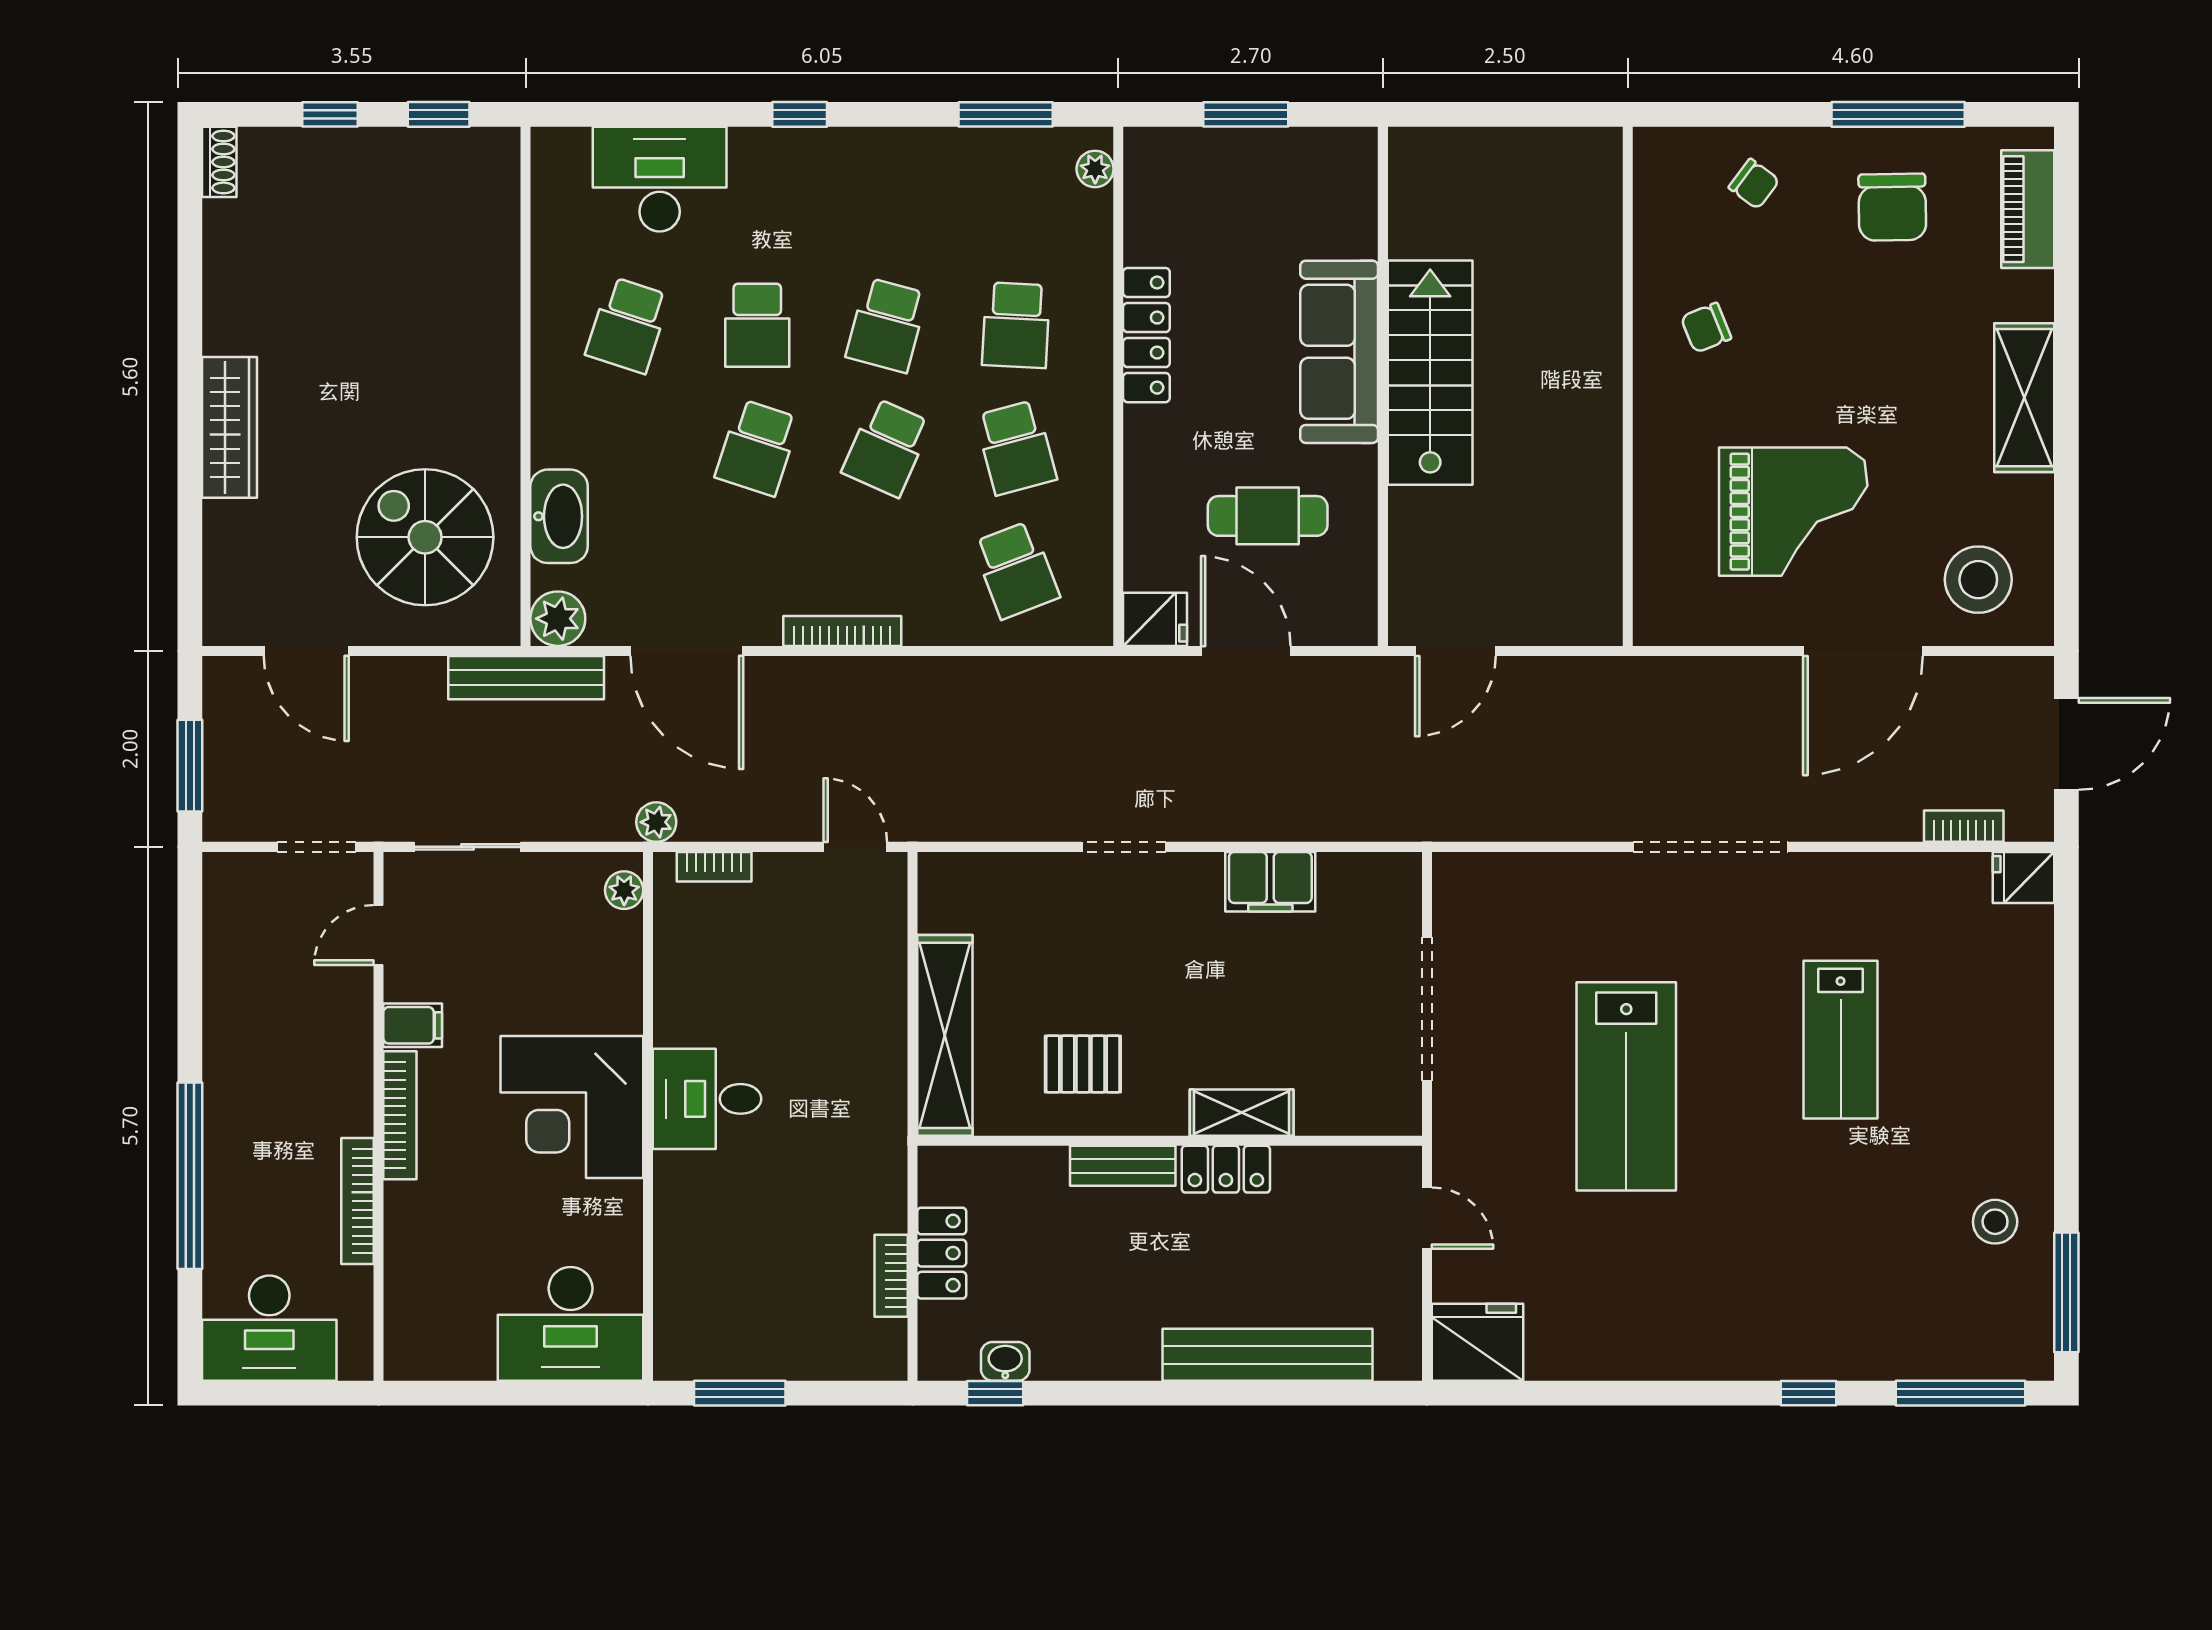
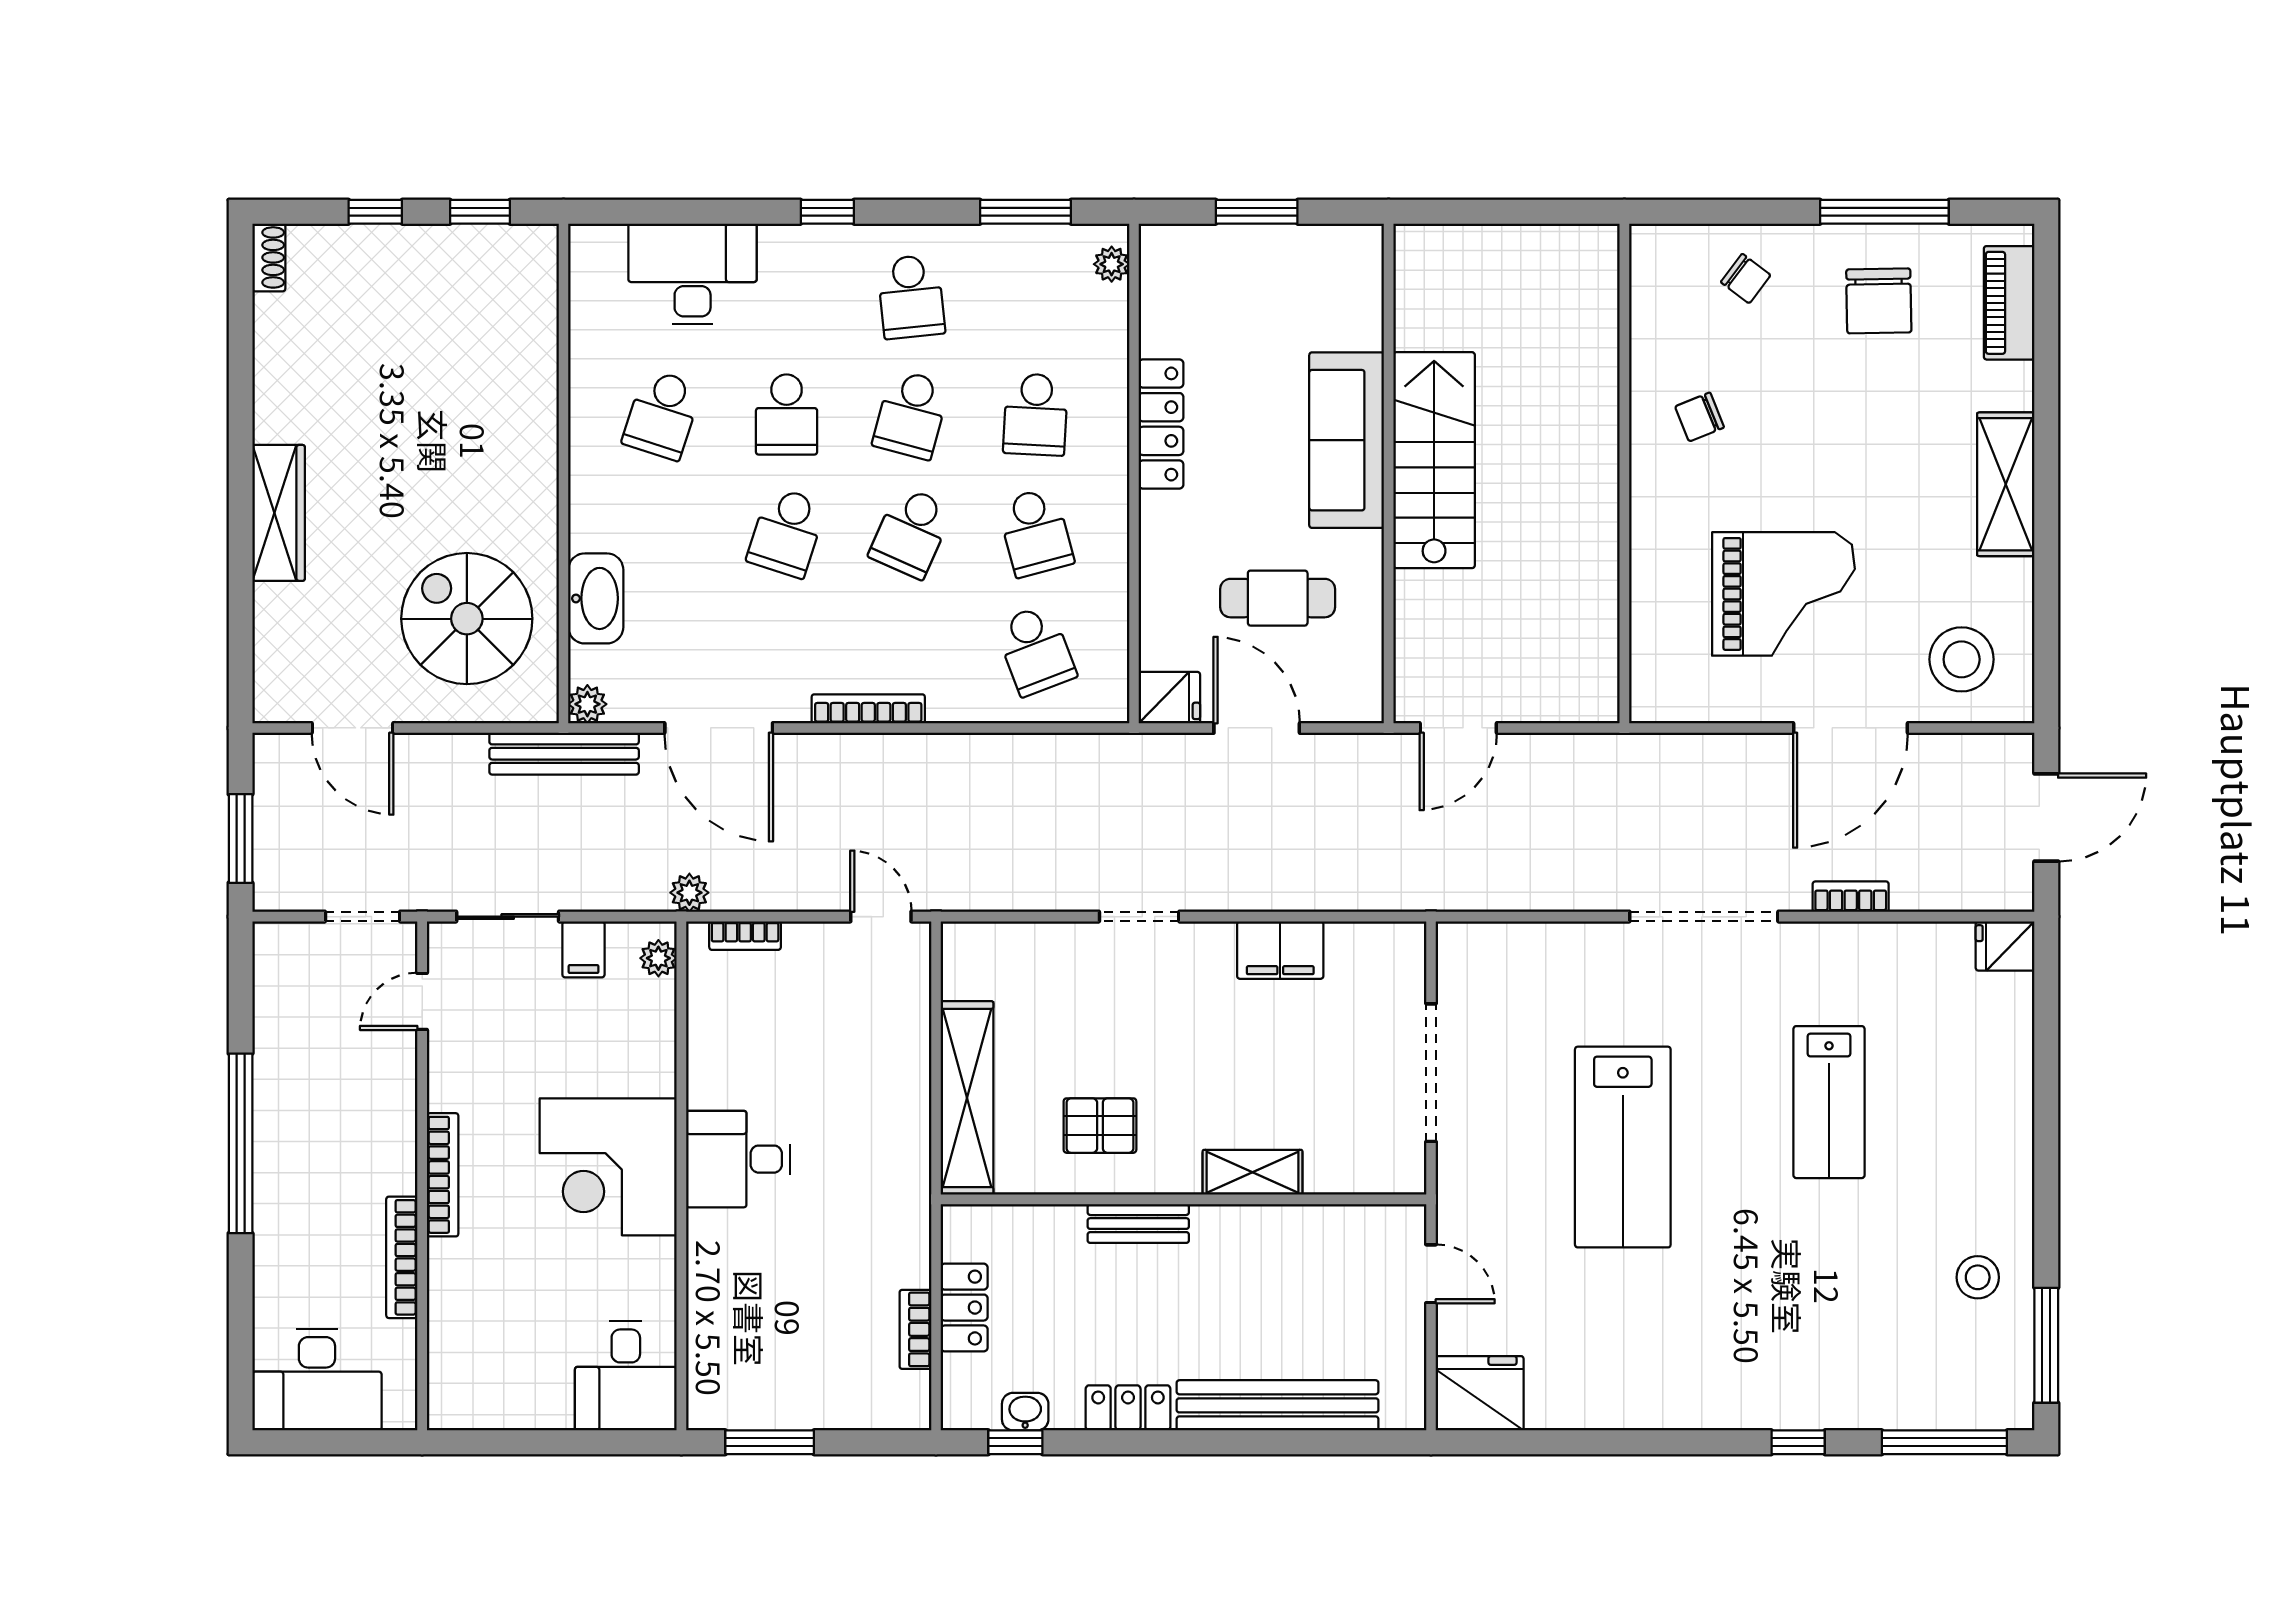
school desk: (887, 203) -> (911, 297), added
plant: (558, 619) -> (587, 704), width x0.73, depth x0.73
bookcase: (1964, 826) -> (1851, 897), moved
filing cabinet: (413, 1025) -> (583, 949), moved, turned 90
locker: (1226, 1169) -> (1128, 1408), moved, turned 180
window: (190, 1176) -> (241, 1143), moved
desk: (571, 1324) -> (626, 1376), width x0.73

